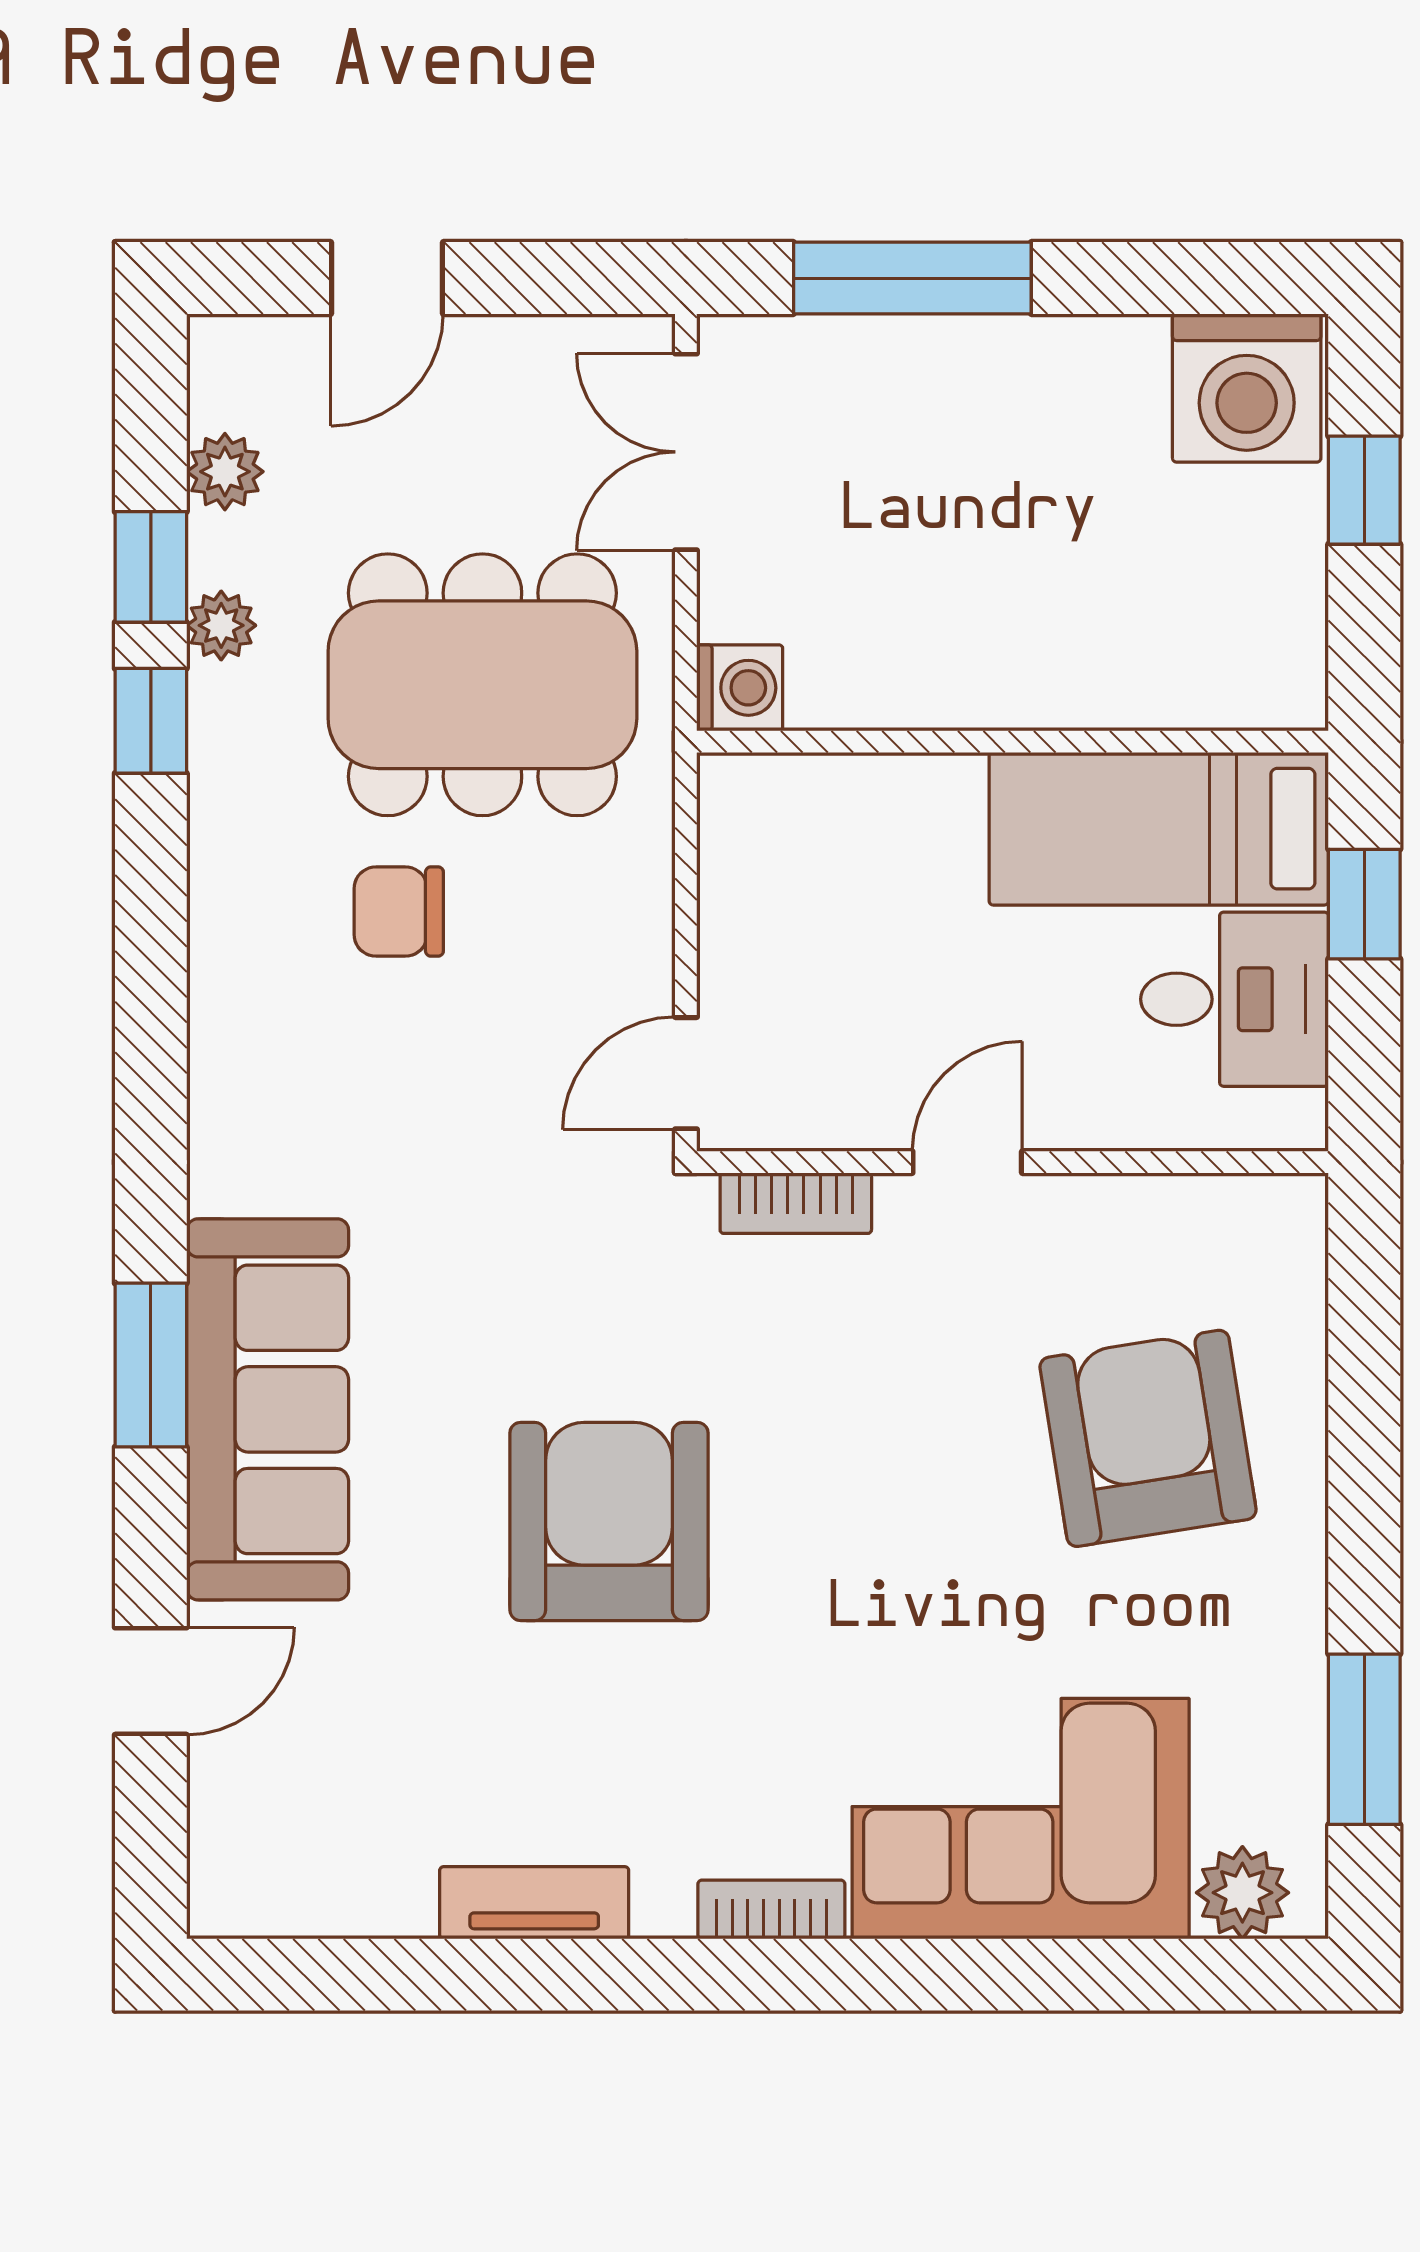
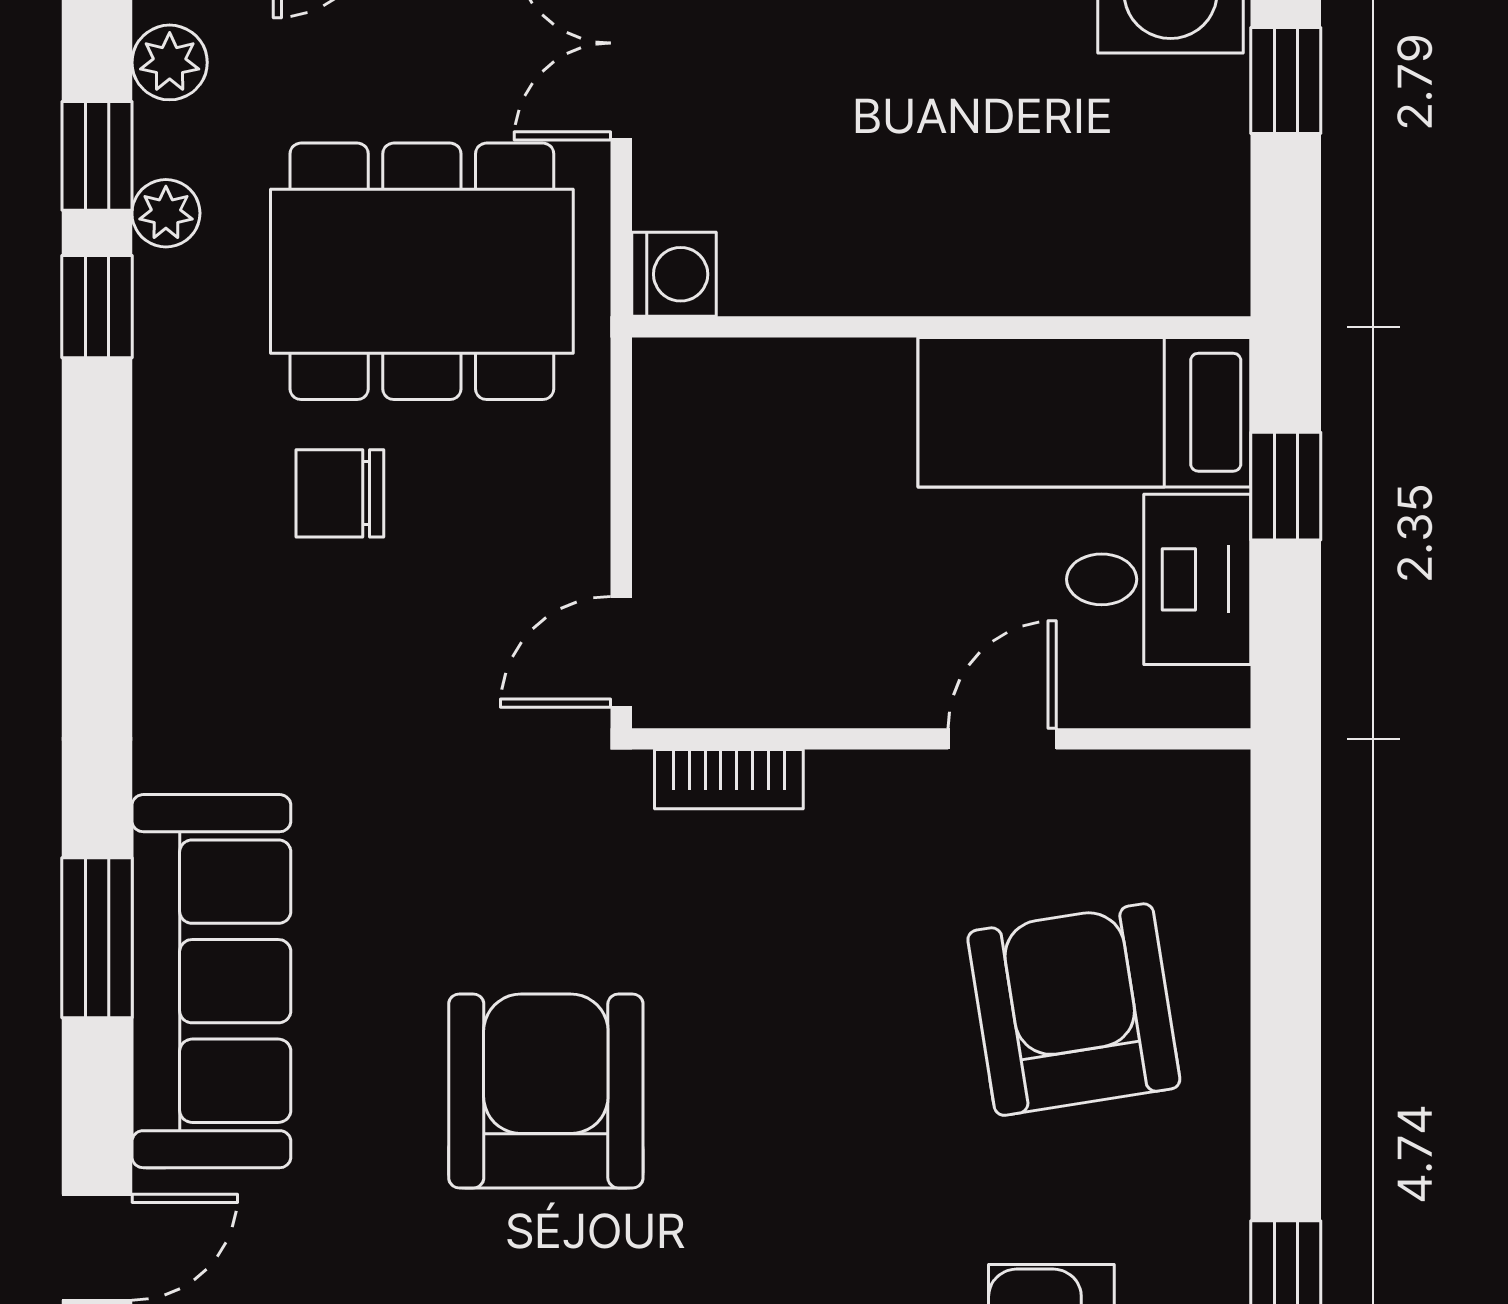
door: (967, 1162) -> (1002, 739), moved

